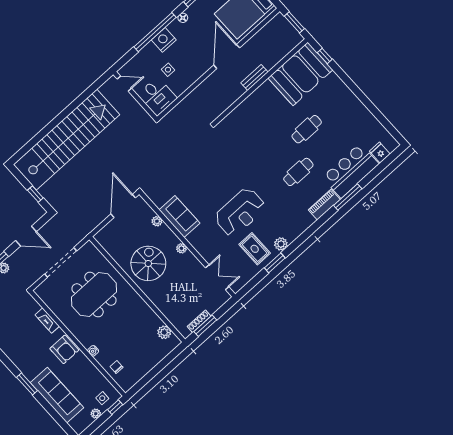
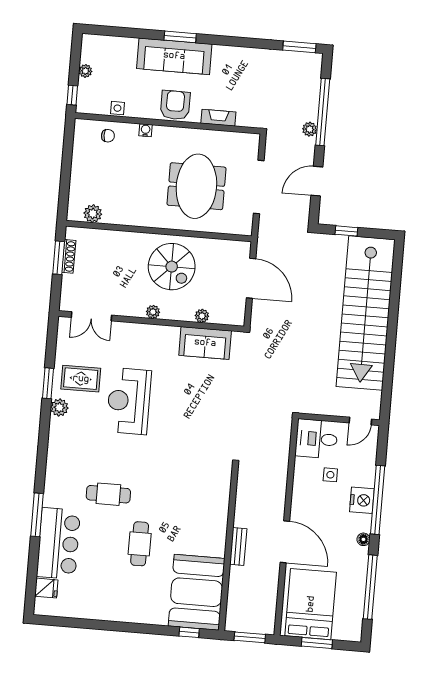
cafe table: (298, 172) -> (108, 494), turned 90
piano: (324, 205) -> (53, 486), removed
door: (123, 206) -> (251, 278), moved
sofa: (179, 216) -> (205, 343), moved
armchair: (64, 349) -> (175, 105), turned 90
sofa: (57, 395) -> (174, 56), moved
side table: (102, 398) -> (117, 108), moved

